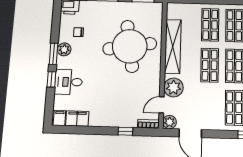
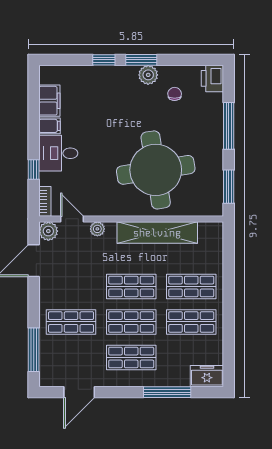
desk: (68, 82) -> (58, 153), moved, turned -90
plant: (174, 87) -> (97, 229), width x0.53, depth x0.53
filing cabinet: (59, 118) -> (49, 126), moved

